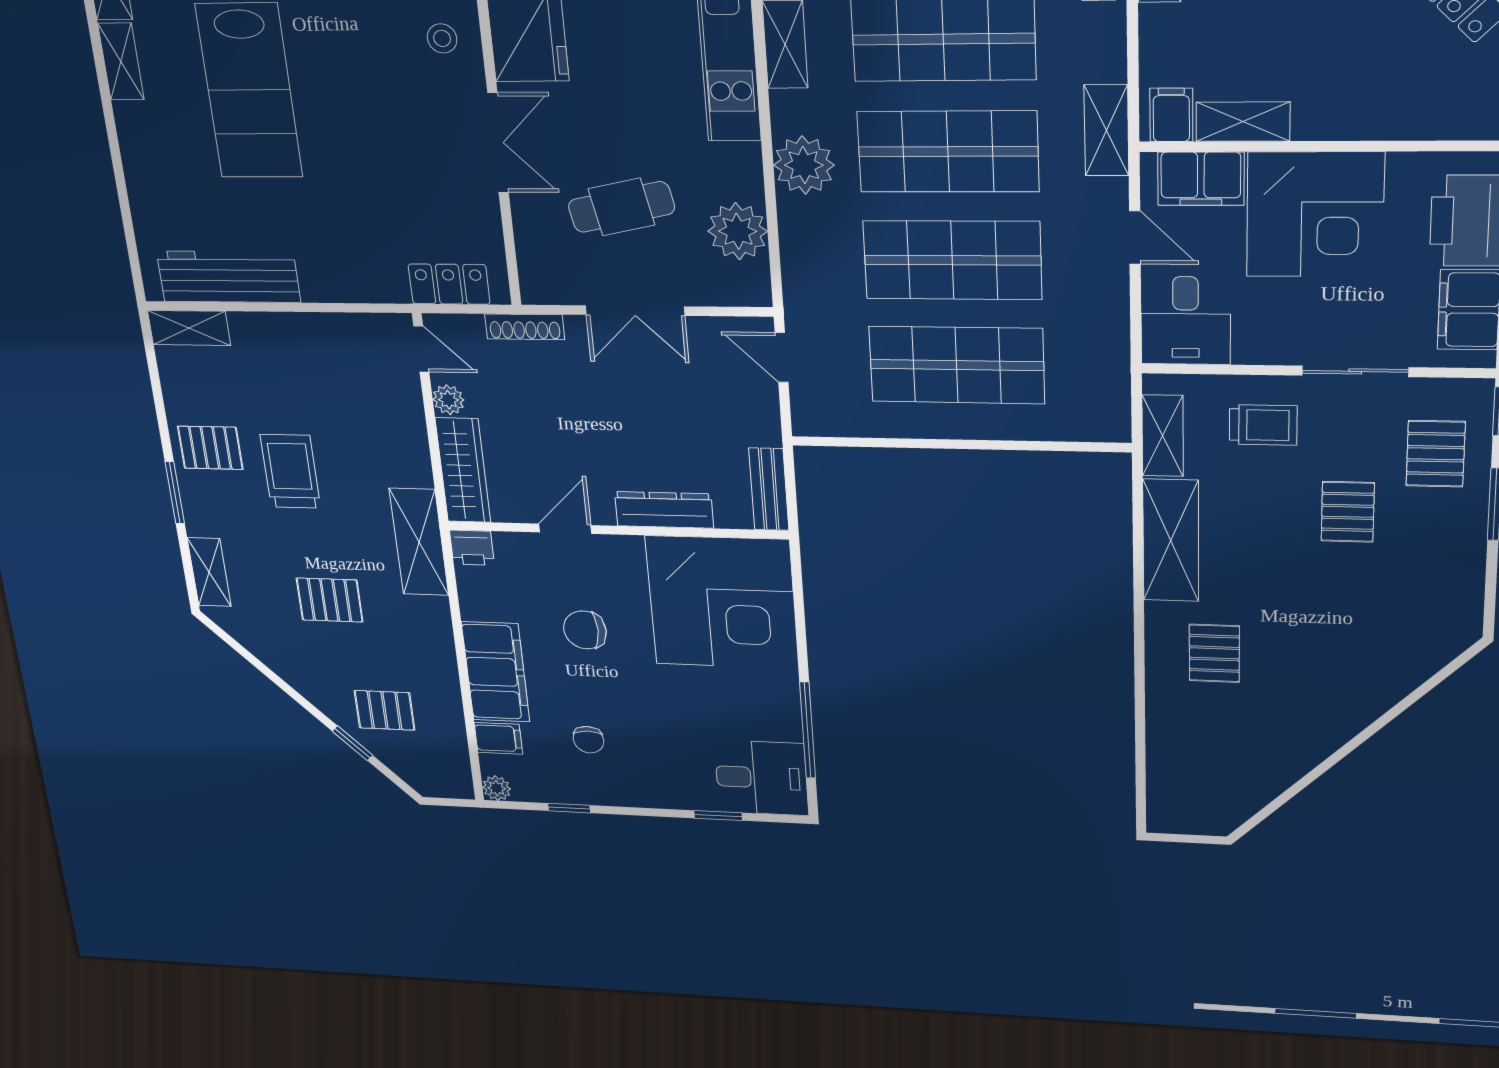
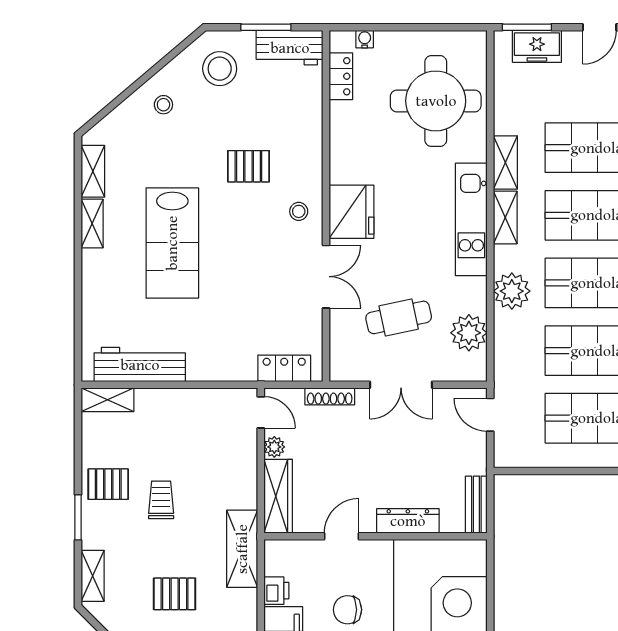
trolley: (290, 471) -> (161, 500), width x0.73, depth x0.72
printer: (472, 548) -> (276, 591), moved, turned -90

